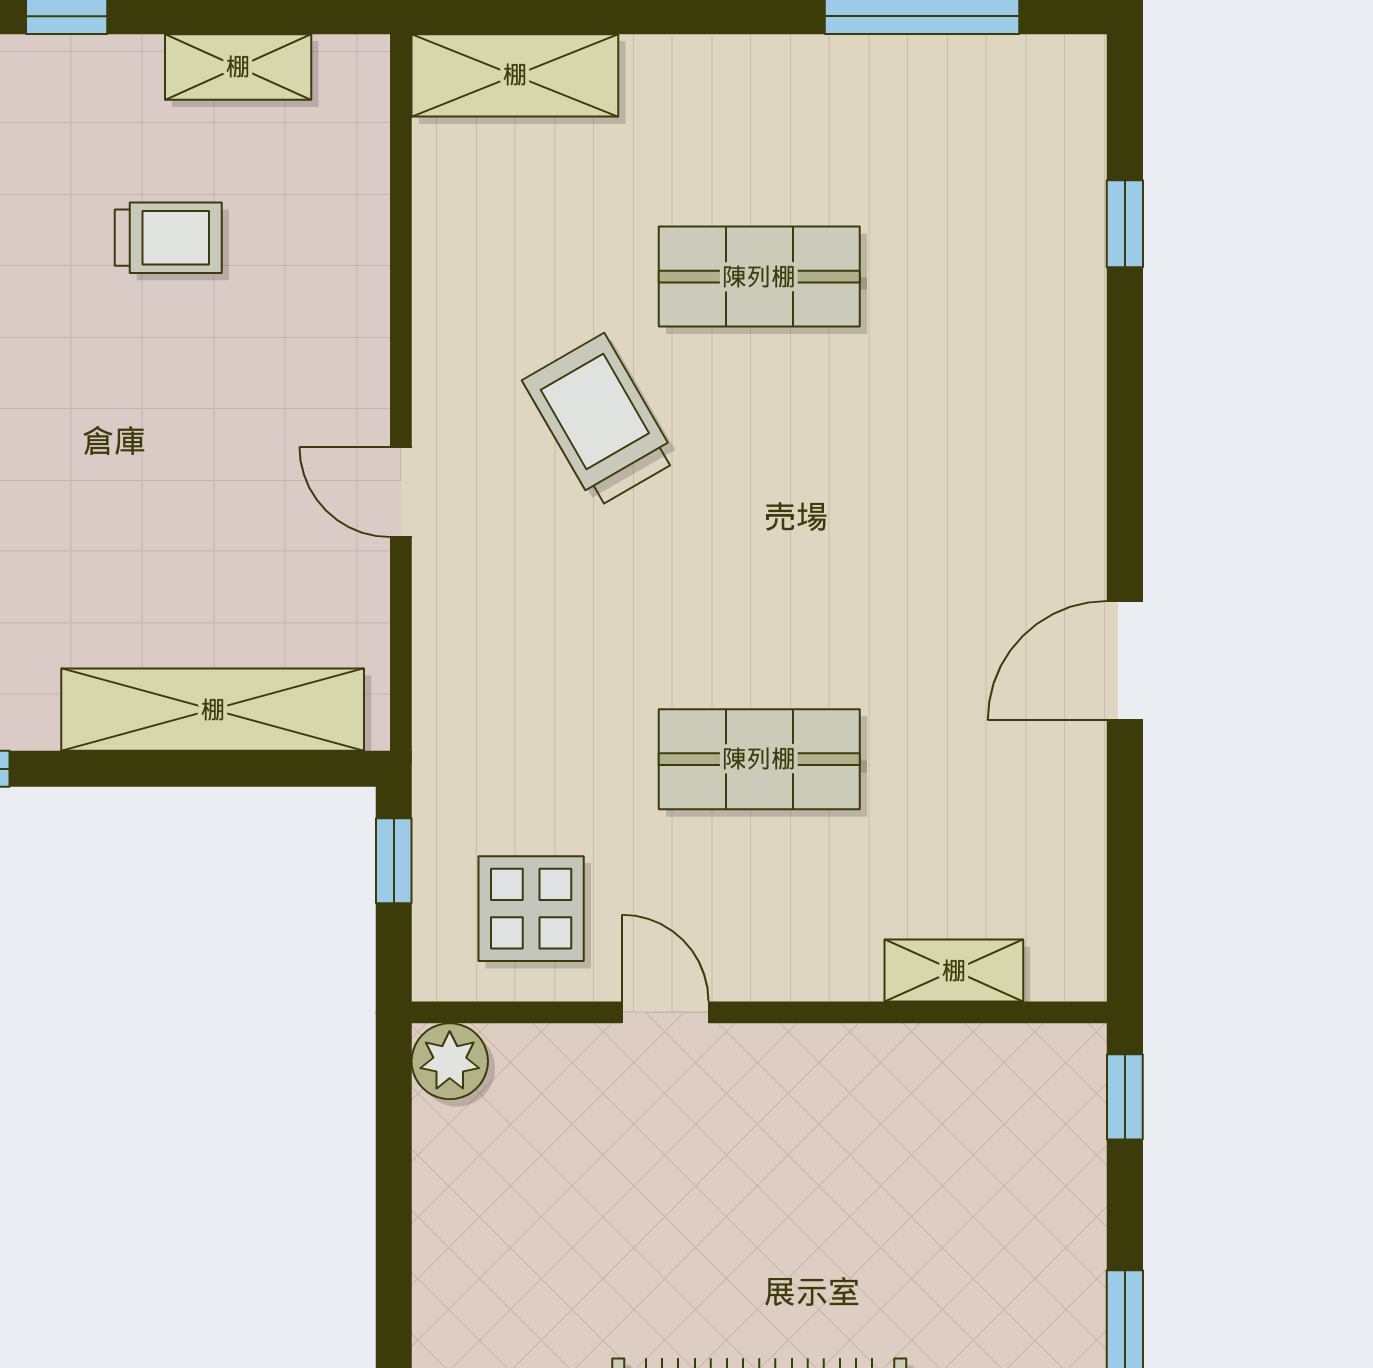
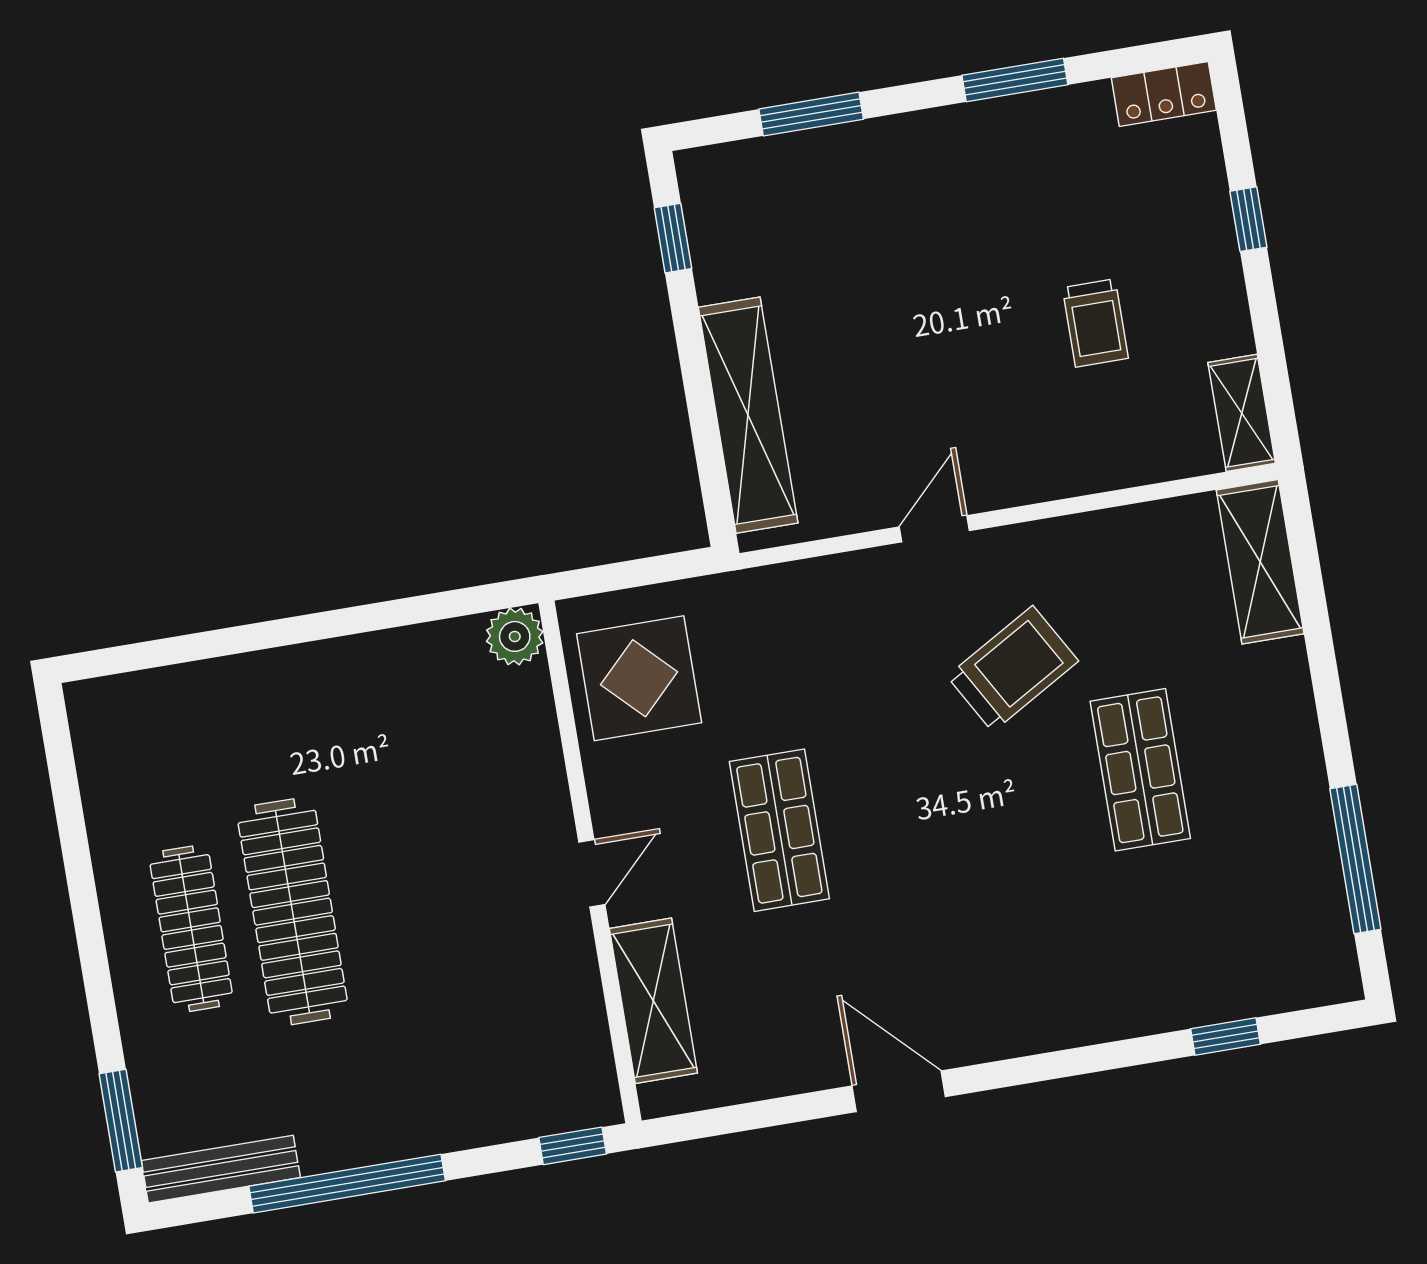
shelving: (238, 67) -> (1242, 413), moved
window: (394, 861) -> (658, 570), removed
display table: (531, 909) -> (639, 678), width x1.36, depth x1.36
shelving: (954, 971) -> (653, 1001), width x1.50, depth x1.33
door: (665, 1012) -> (592, 873), moved

